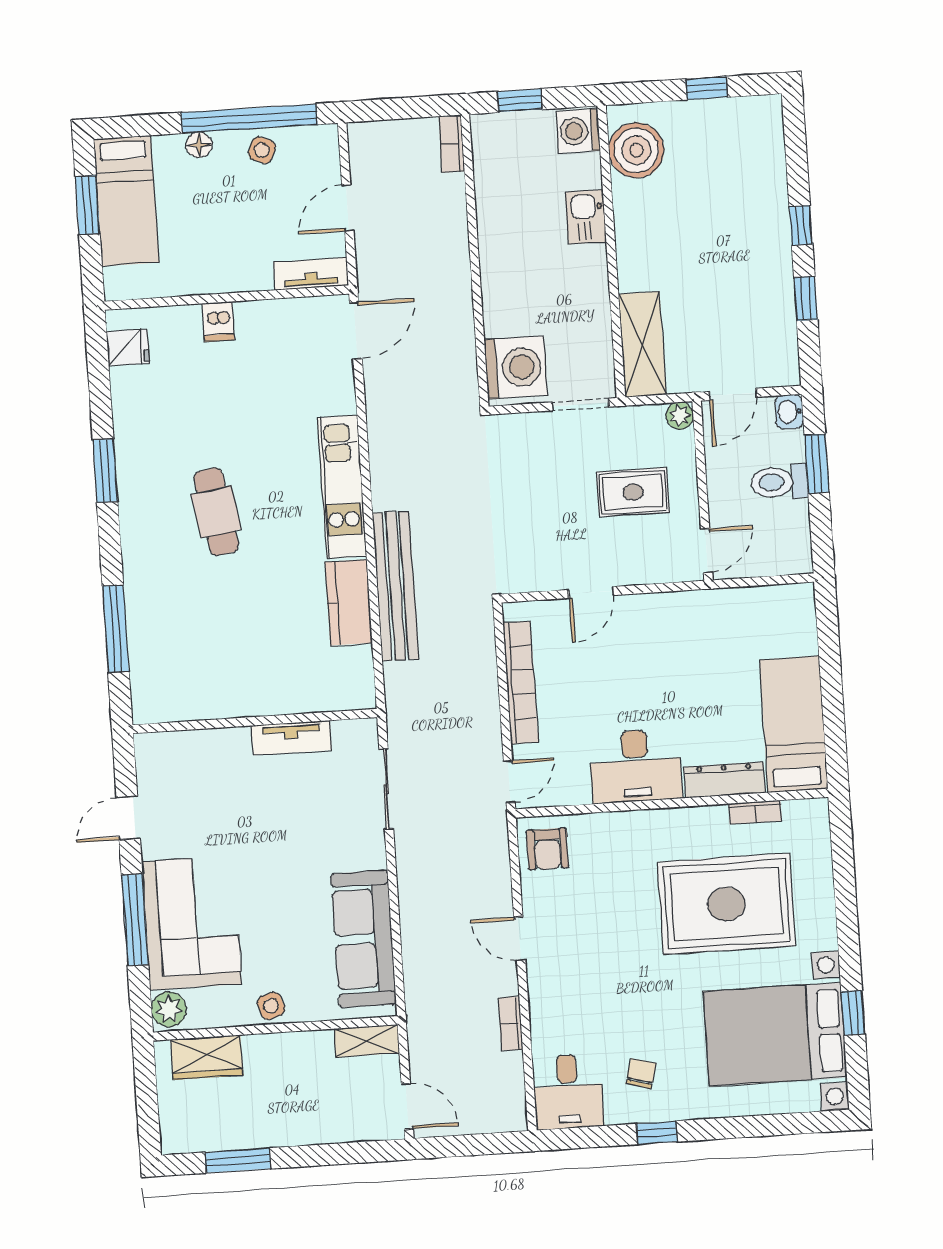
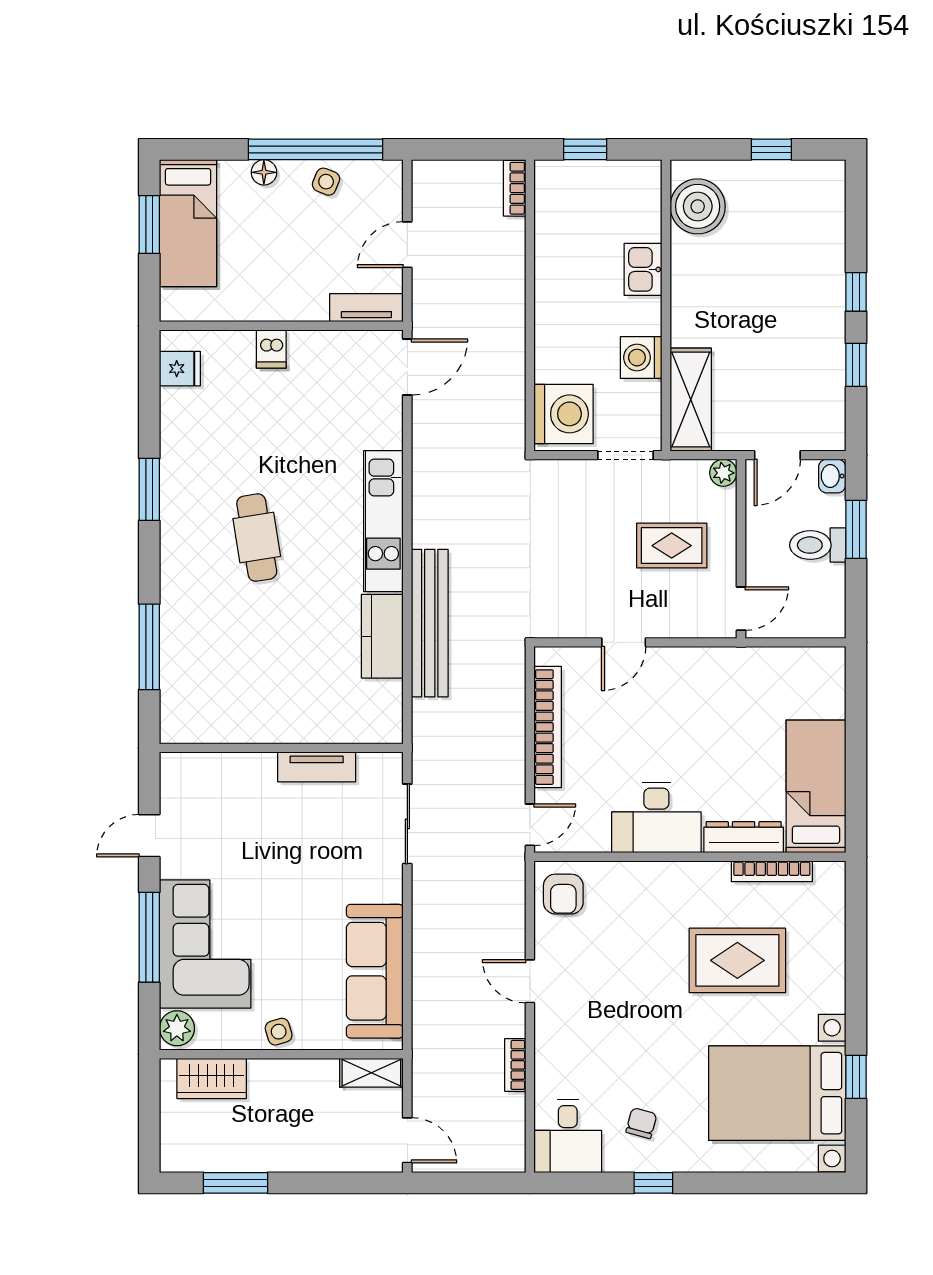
washing machine: (578, 131) -> (641, 358), moved
bookcase: (755, 812) -> (772, 871), width x1.56
rug: (727, 904) -> (737, 960), width x0.73, depth x0.69

